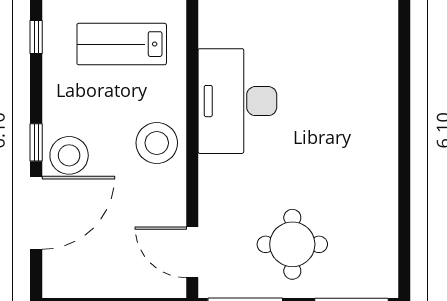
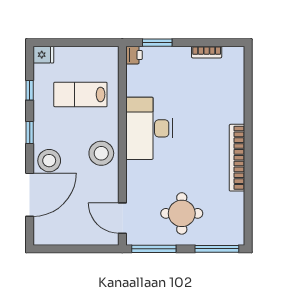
window: (36, 142) -> (30, 132), moved
bookcase: (385, 151) -> (237, 158), added

